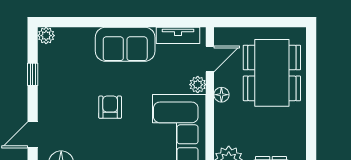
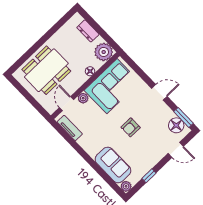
sofa: (125, 44) -> (113, 165), moved
door: (210, 59) -> (66, 104), hinge flipped
floor lamp: (221, 95) -> (90, 71), moved

